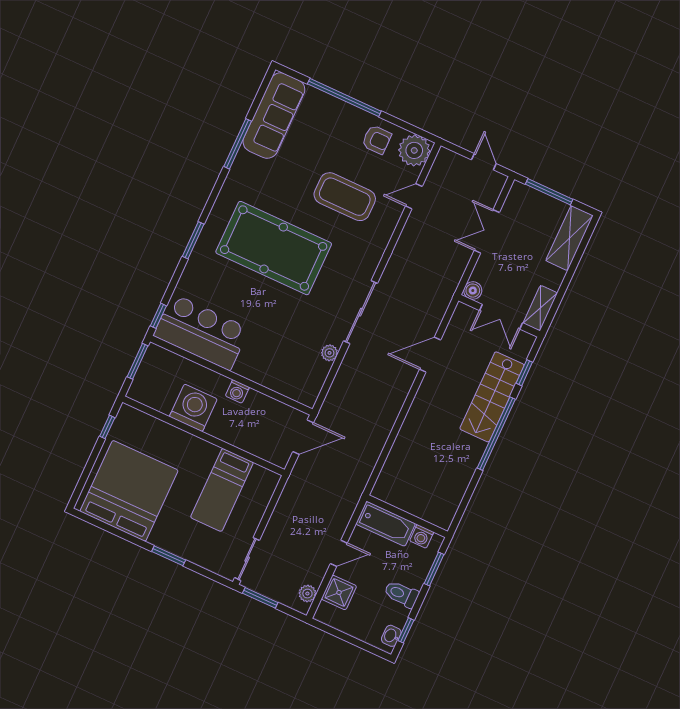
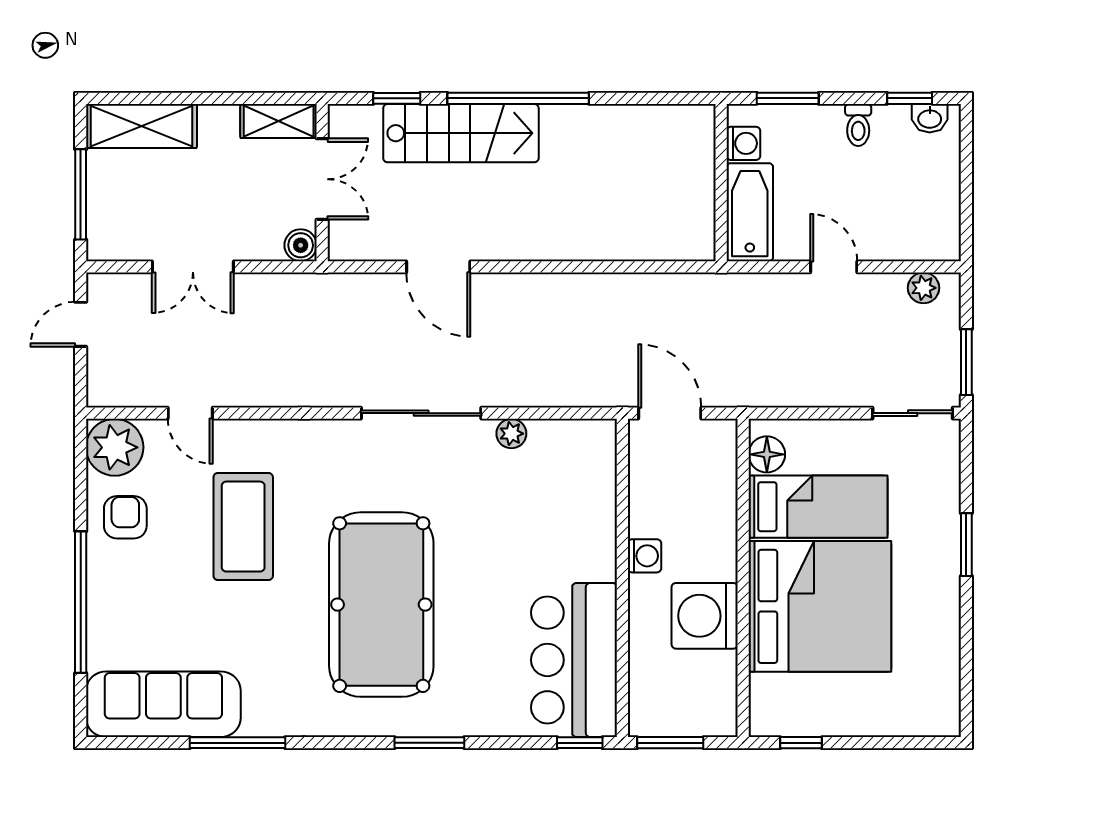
floor lamp: (260, 476) -> (767, 454), added
bed: (129, 491) -> (820, 606), moved, turned 180
shower: (339, 592) -> (898, 237), removed
toilet: (401, 594) -> (858, 125), width x0.73, depth x0.72

